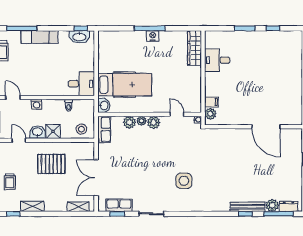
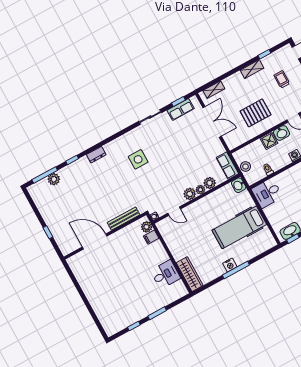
hospital bed: (125, 85) -> (239, 227), moved
stool: (81, 129) -> (246, 166), moved
dresser: (288, 206) -> (96, 155), moved
bench: (248, 207) -> (124, 219), moved

